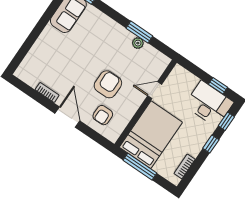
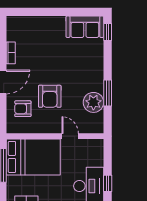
plant: (138, 43) -> (93, 102), width x1.87, depth x1.87
armchair: (108, 84) -> (50, 96), turned 90

